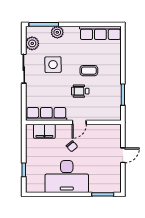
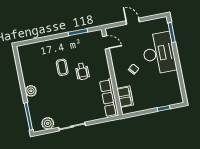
plant: (57, 32) -> (31, 91), moved
row of seats: (100, 33) -> (26, 64), removed
side table: (53, 65) -> (63, 101), removed
door: (79, 122) -> (106, 42), moved
desk: (67, 177) -> (159, 53), moved

